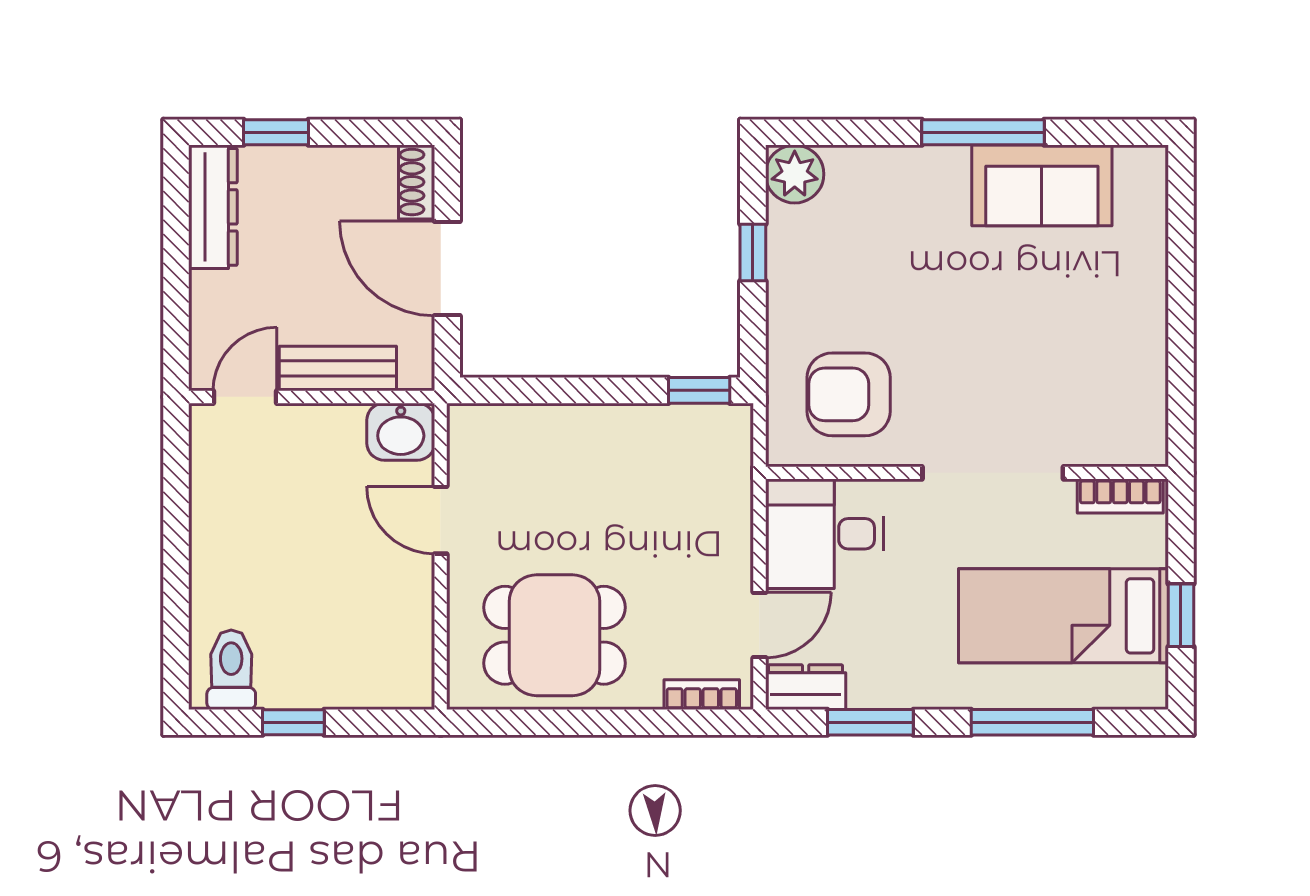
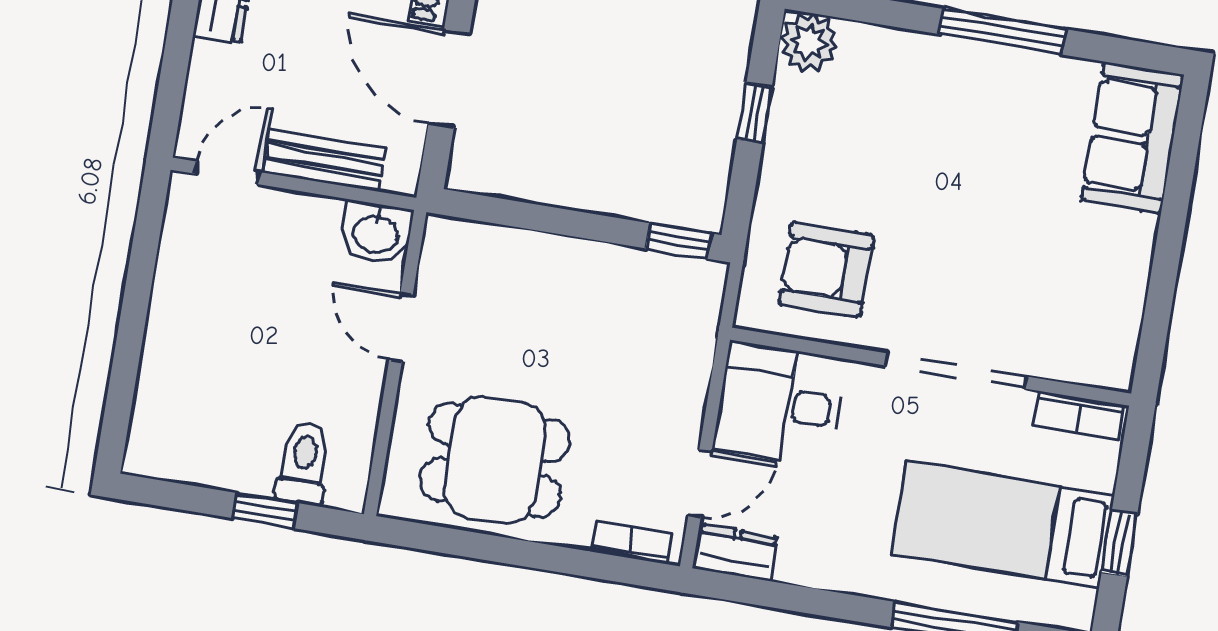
sofa: (1042, 185) -> (1132, 137), moved, turned 90
toilet: (231, 670) -> (304, 464), moved
window: (293, 722) -> (265, 511), moved
window: (870, 722) -> (794, 598), removed

